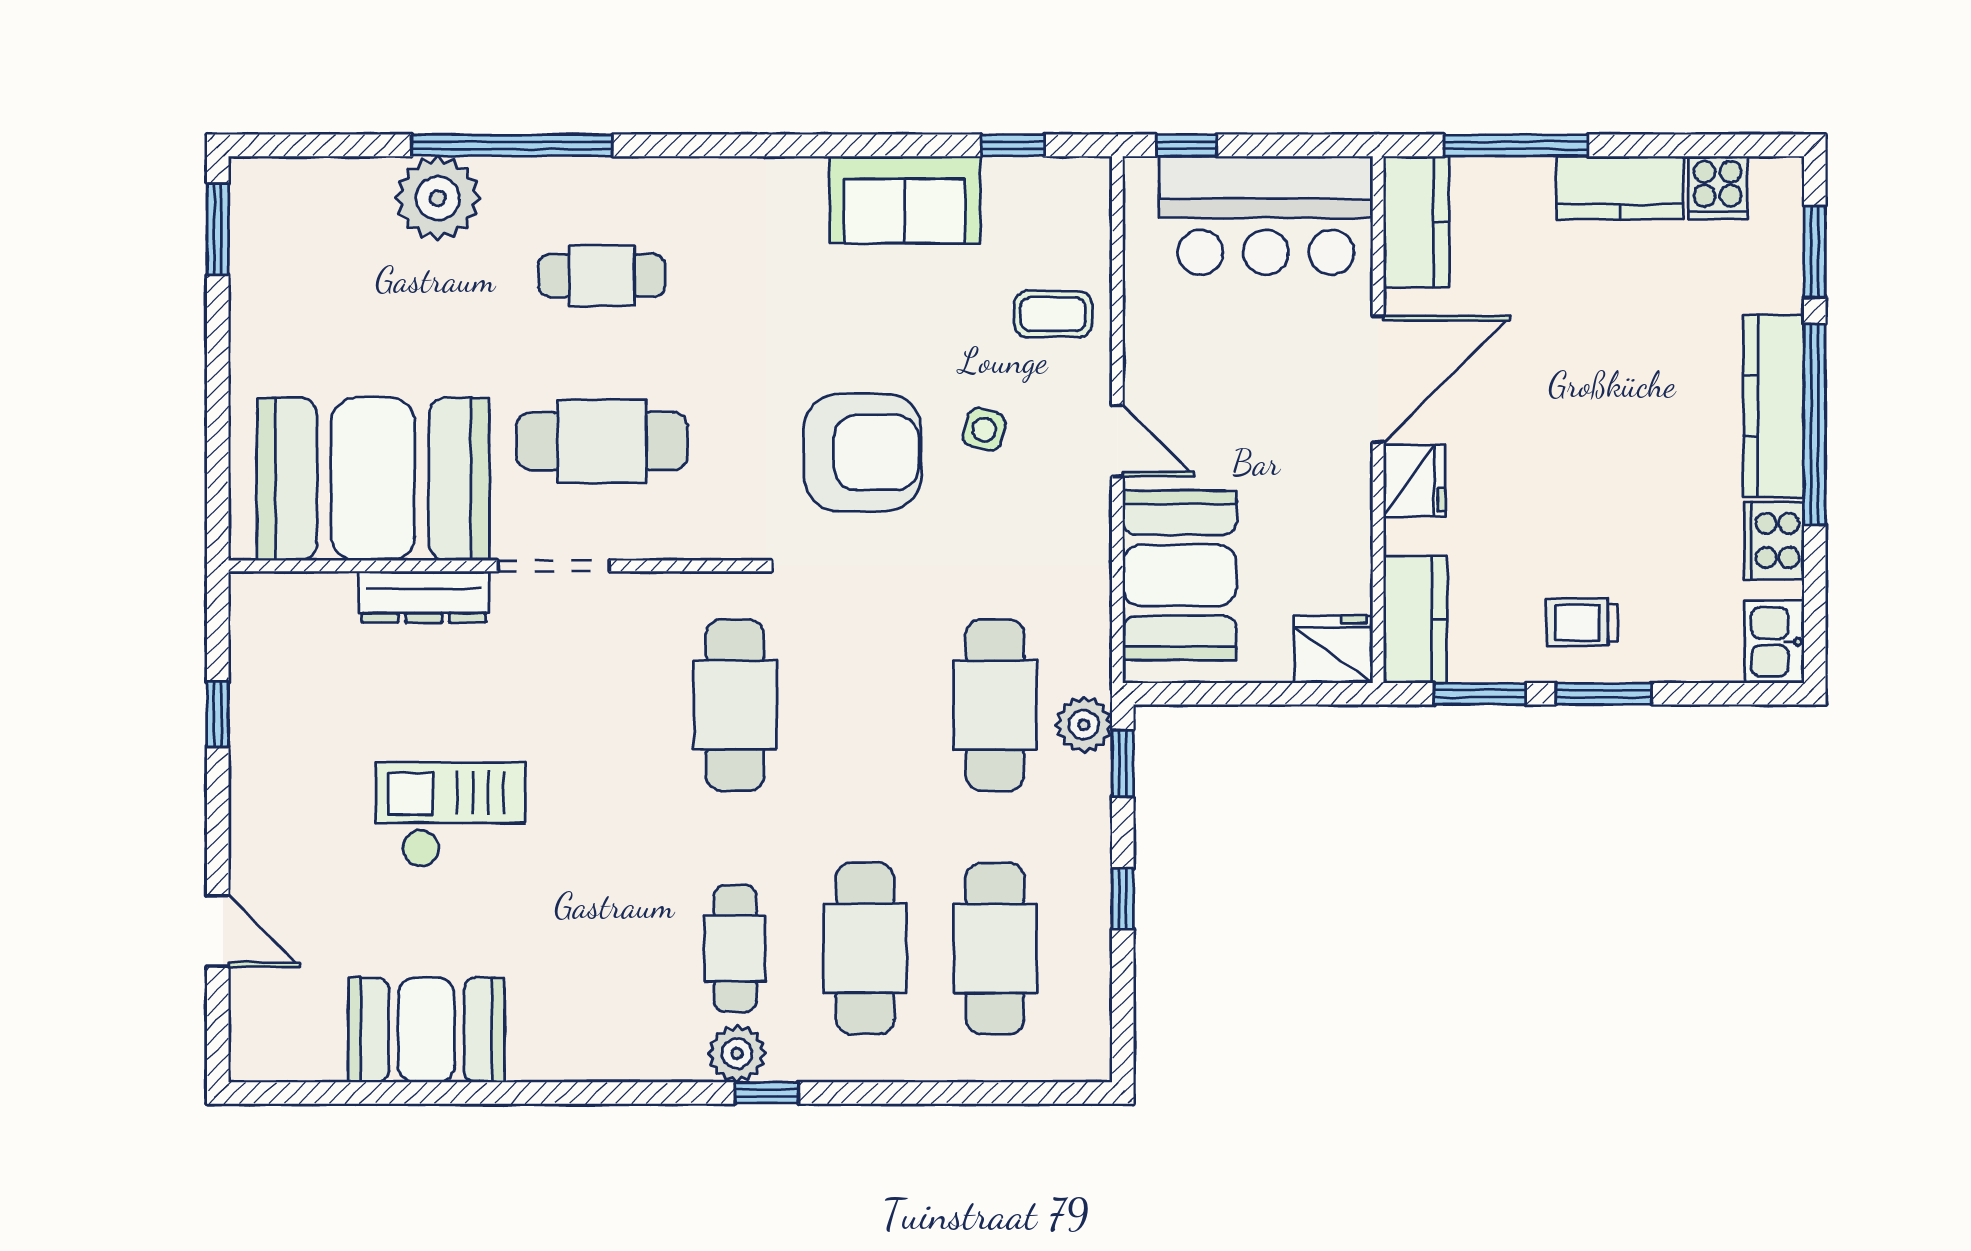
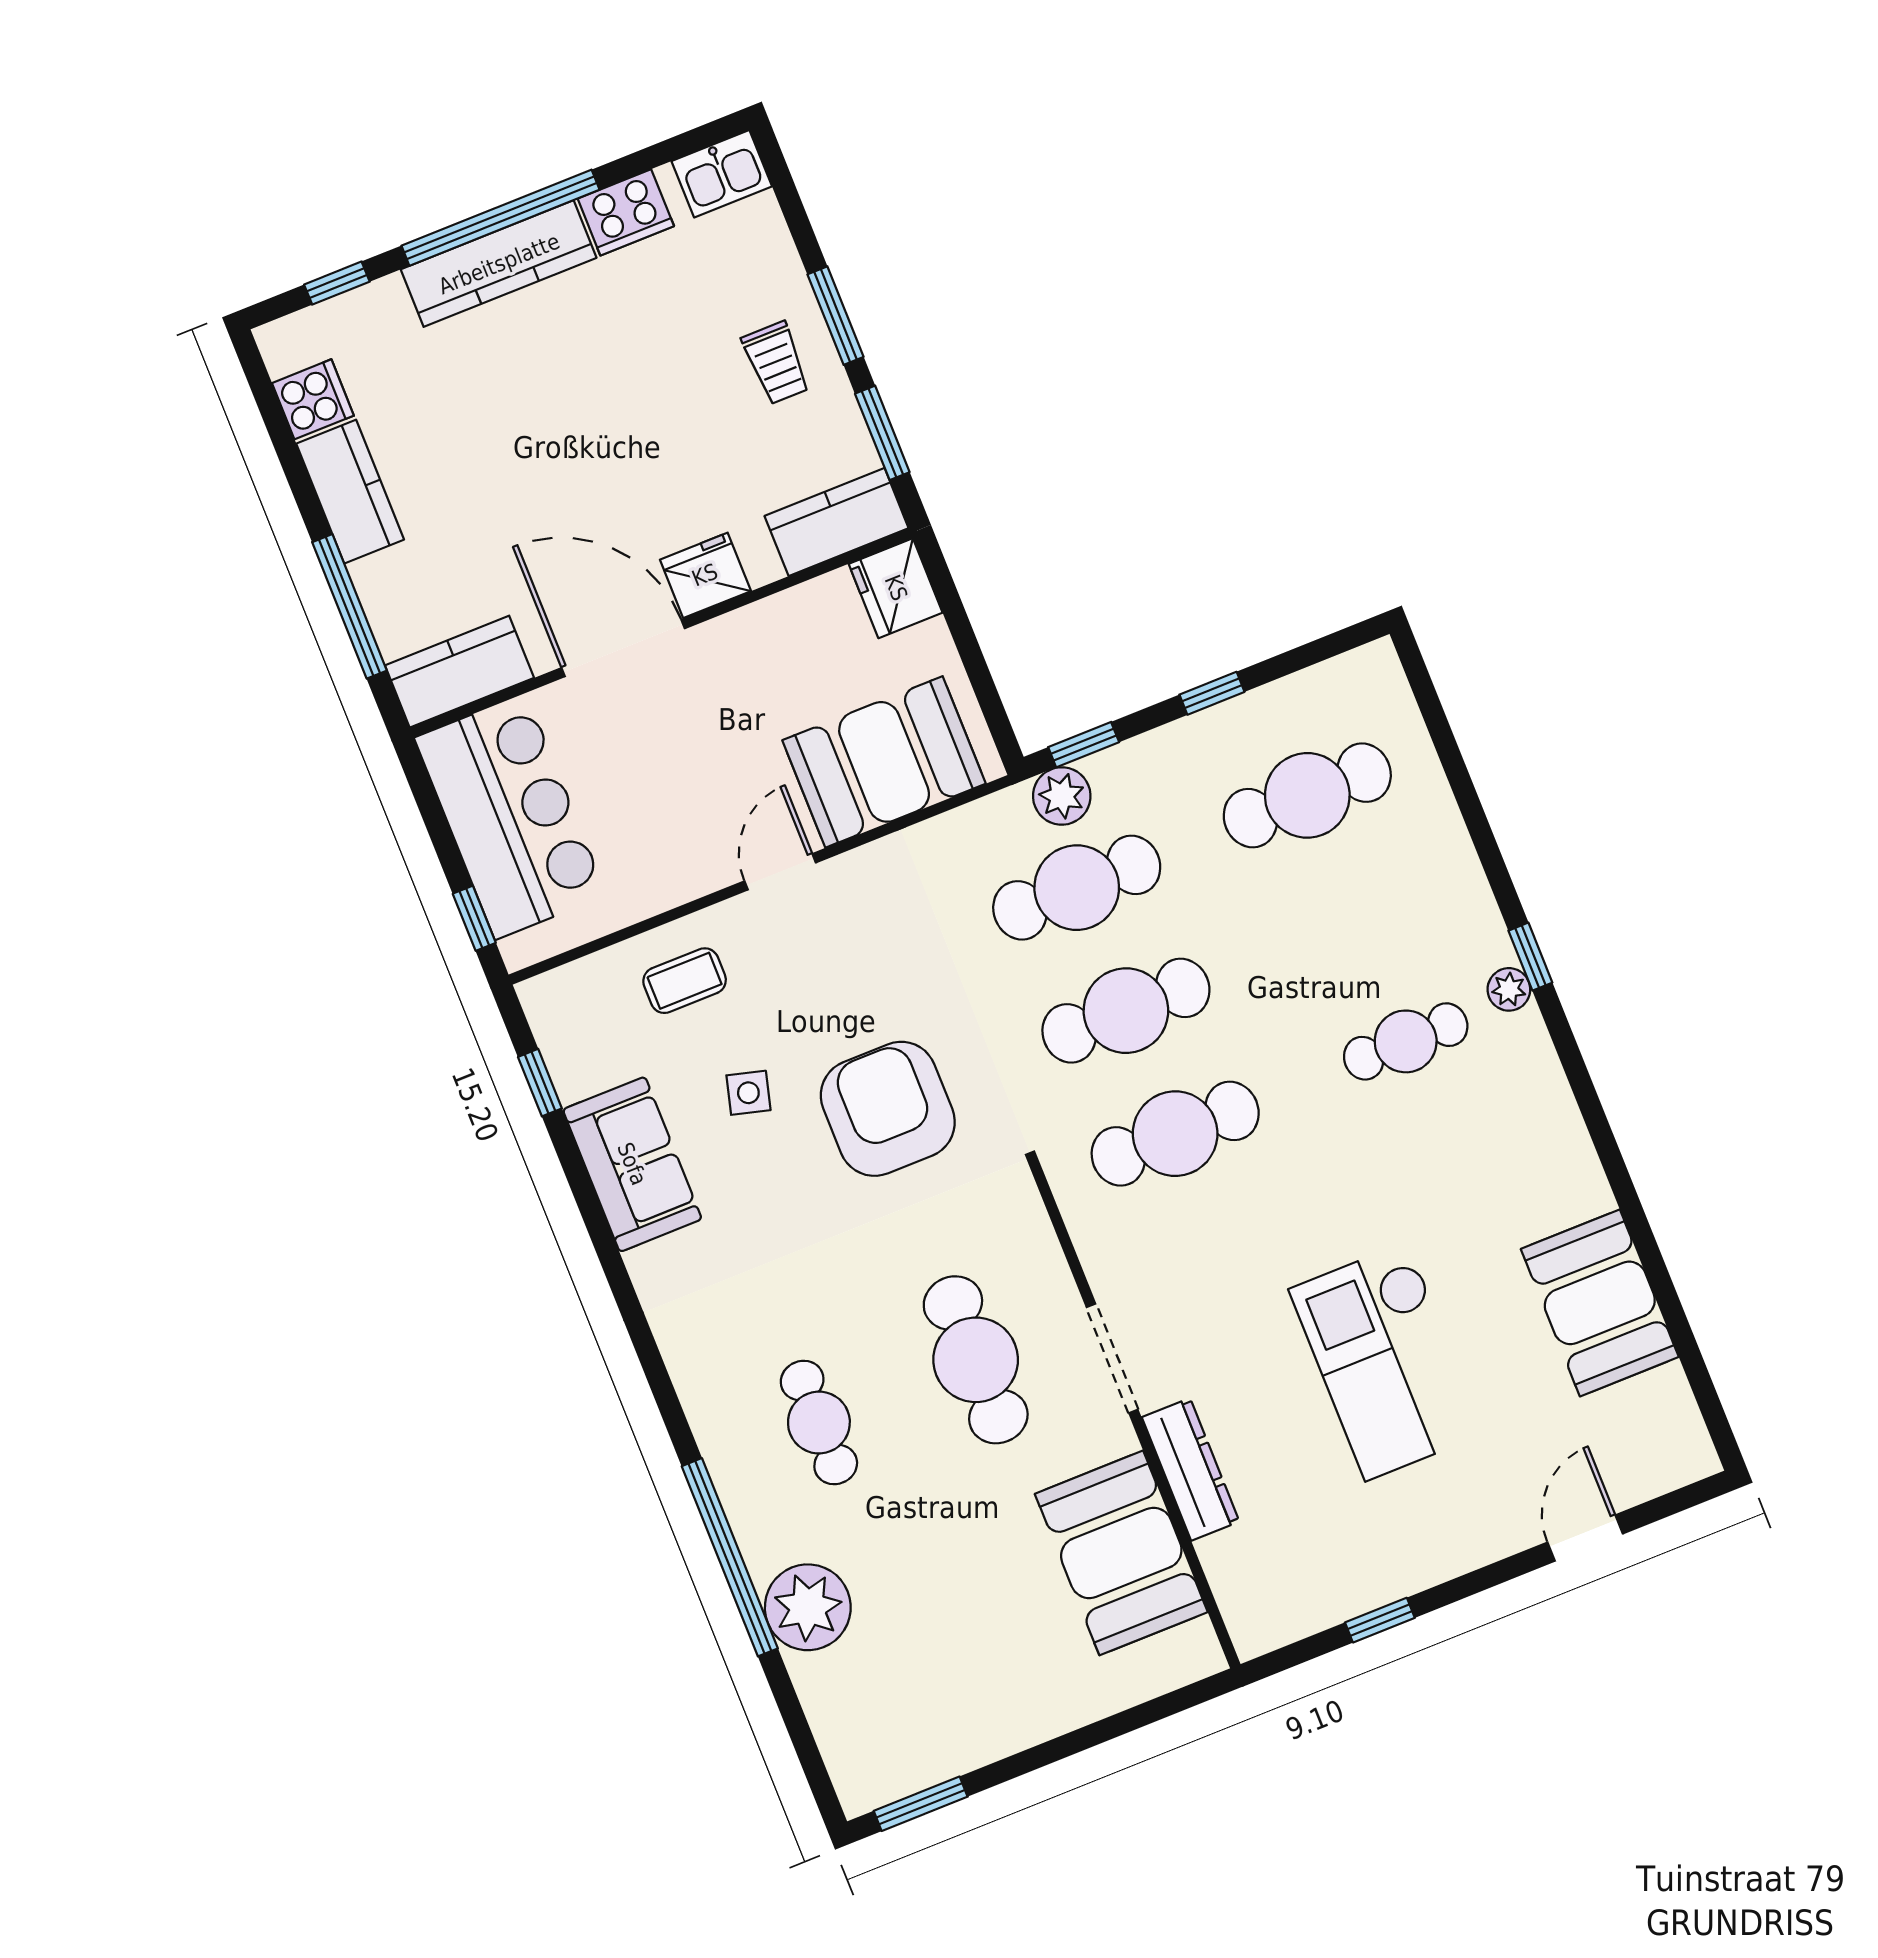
window: (1815, 252) -> (337, 283), width x0.67
coffee table: (1053, 314) -> (685, 981), turned 90
side table: (984, 429) -> (748, 1093), moved
booth: (373, 479) -> (1121, 1553), width x0.73, depth x0.70
checkout: (451, 815) -> (1387, 1361), width x1.36, depth x1.21
cafe table: (865, 948) -> (1126, 1011), moved
plant: (737, 1054) -> (1509, 989), width x0.73, depth x0.73

